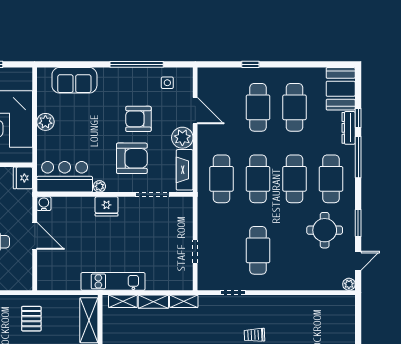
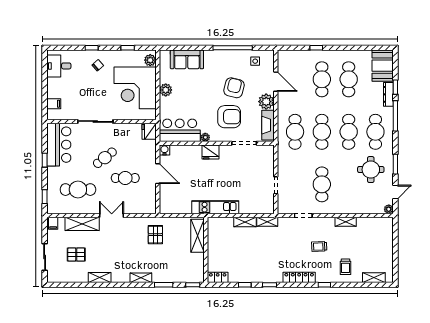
plant: (24, 81) -> (150, 60), added
armchair: (138, 119) -> (234, 88), turned 104
shelving: (123, 301) -> (346, 222), moved

